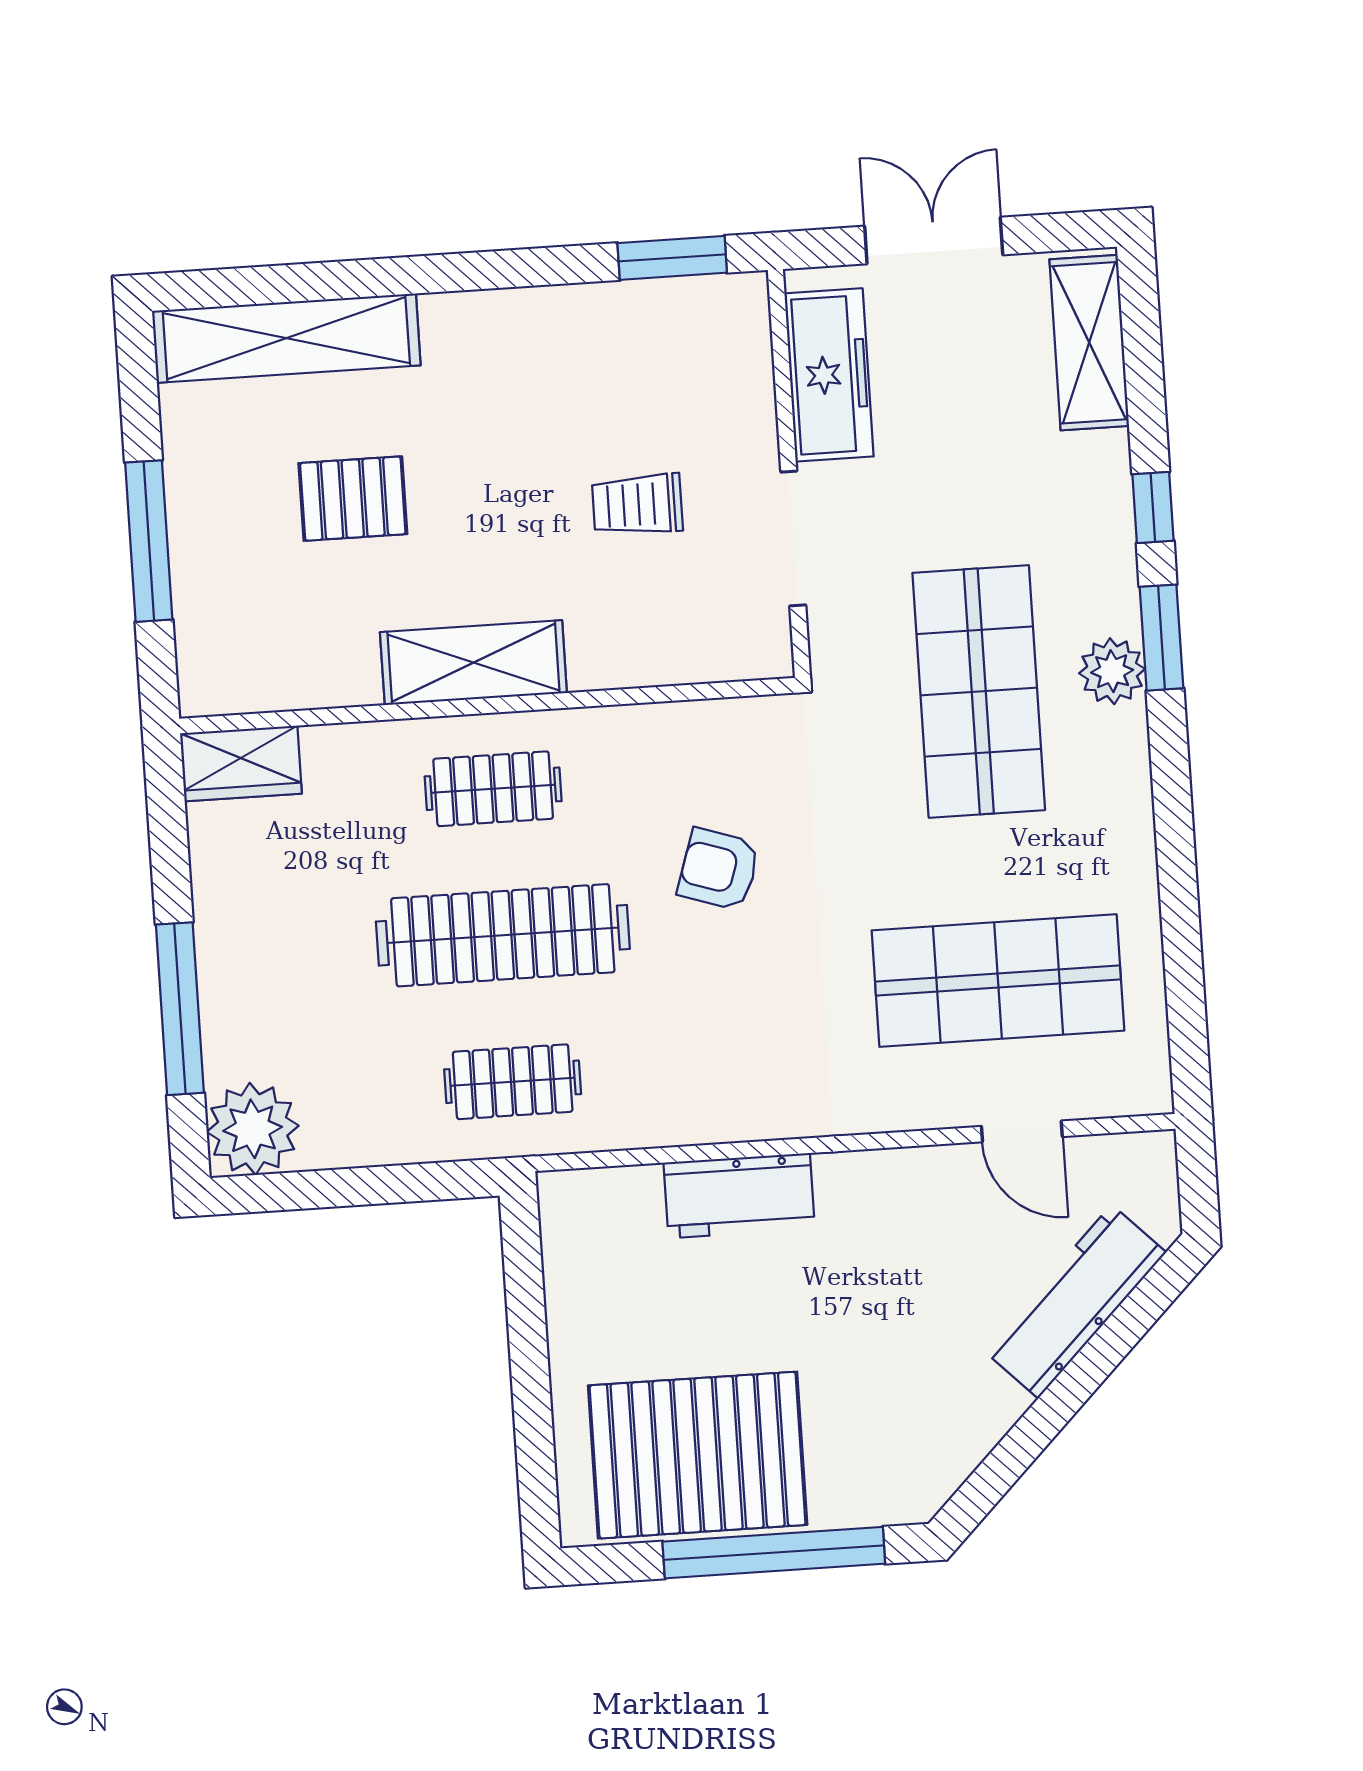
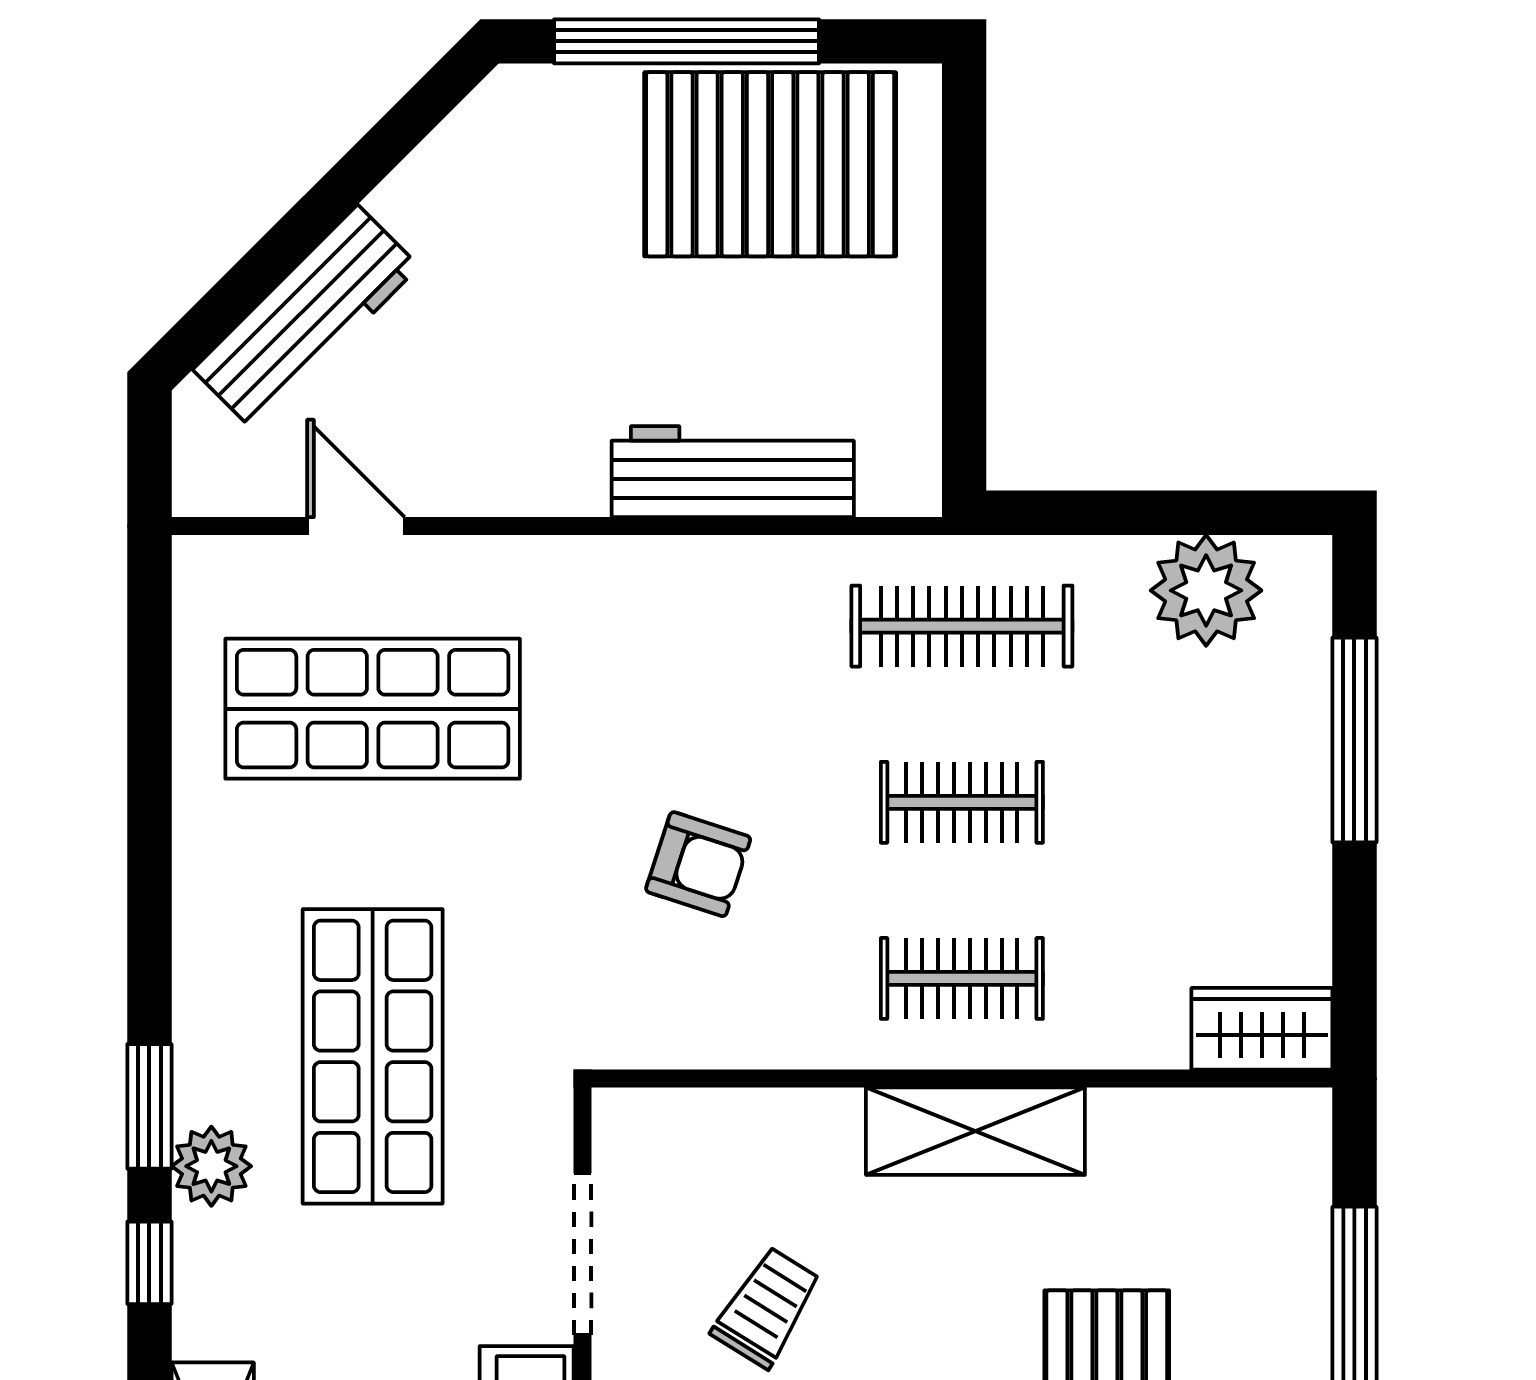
trolley: (637, 505) -> (767, 1307), turned -58
plant: (1112, 671) -> (211, 1166), moved
clothes rail: (503, 935) -> (962, 802), width x0.54, depth x0.76
clothes rail: (513, 1082) -> (962, 626), width x1.36
plant: (253, 1129) -> (1206, 590), moved
workbench: (739, 1196) -> (733, 472), width x1.37

